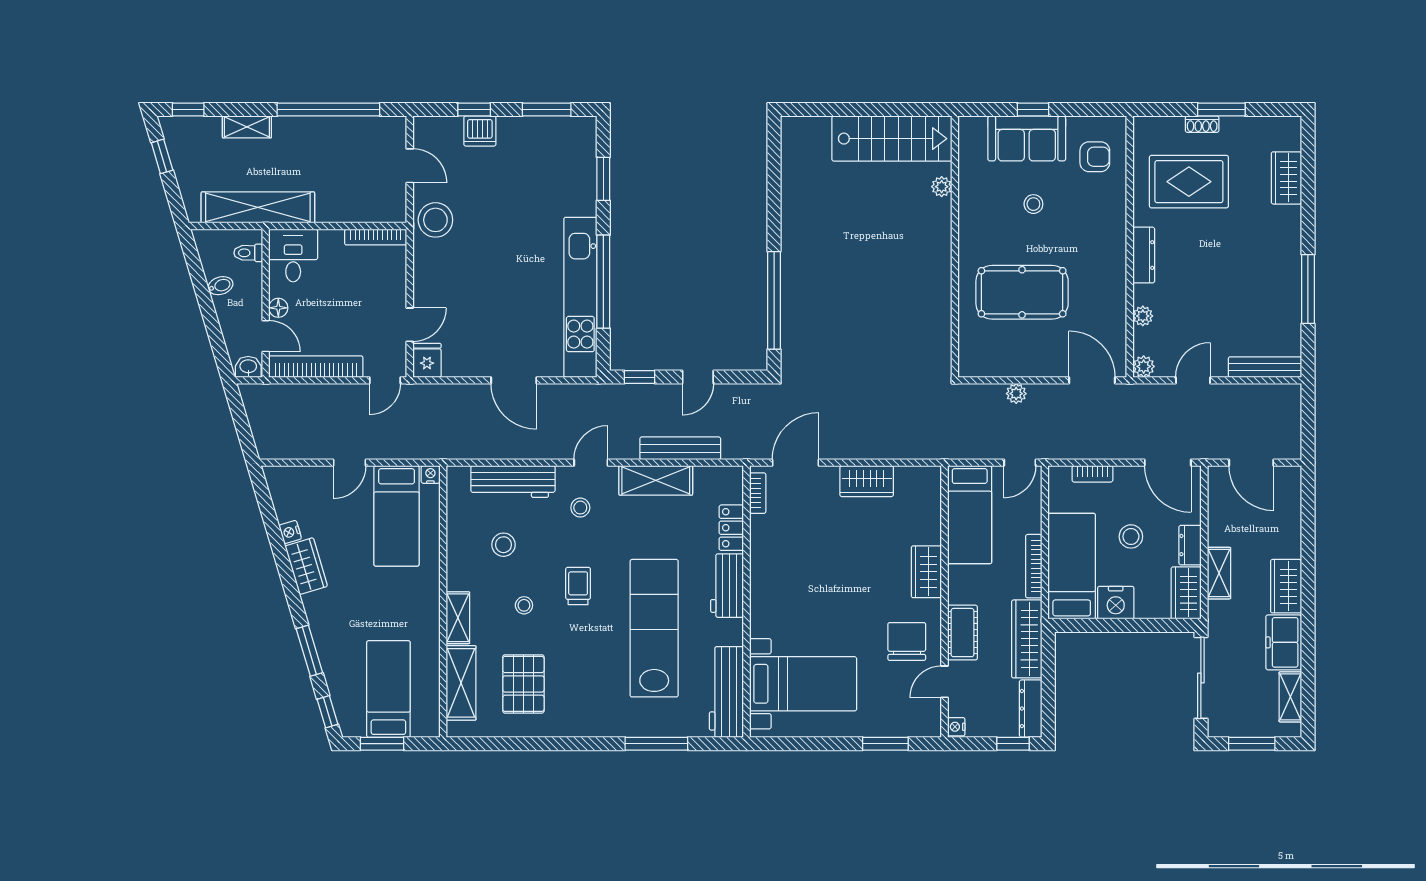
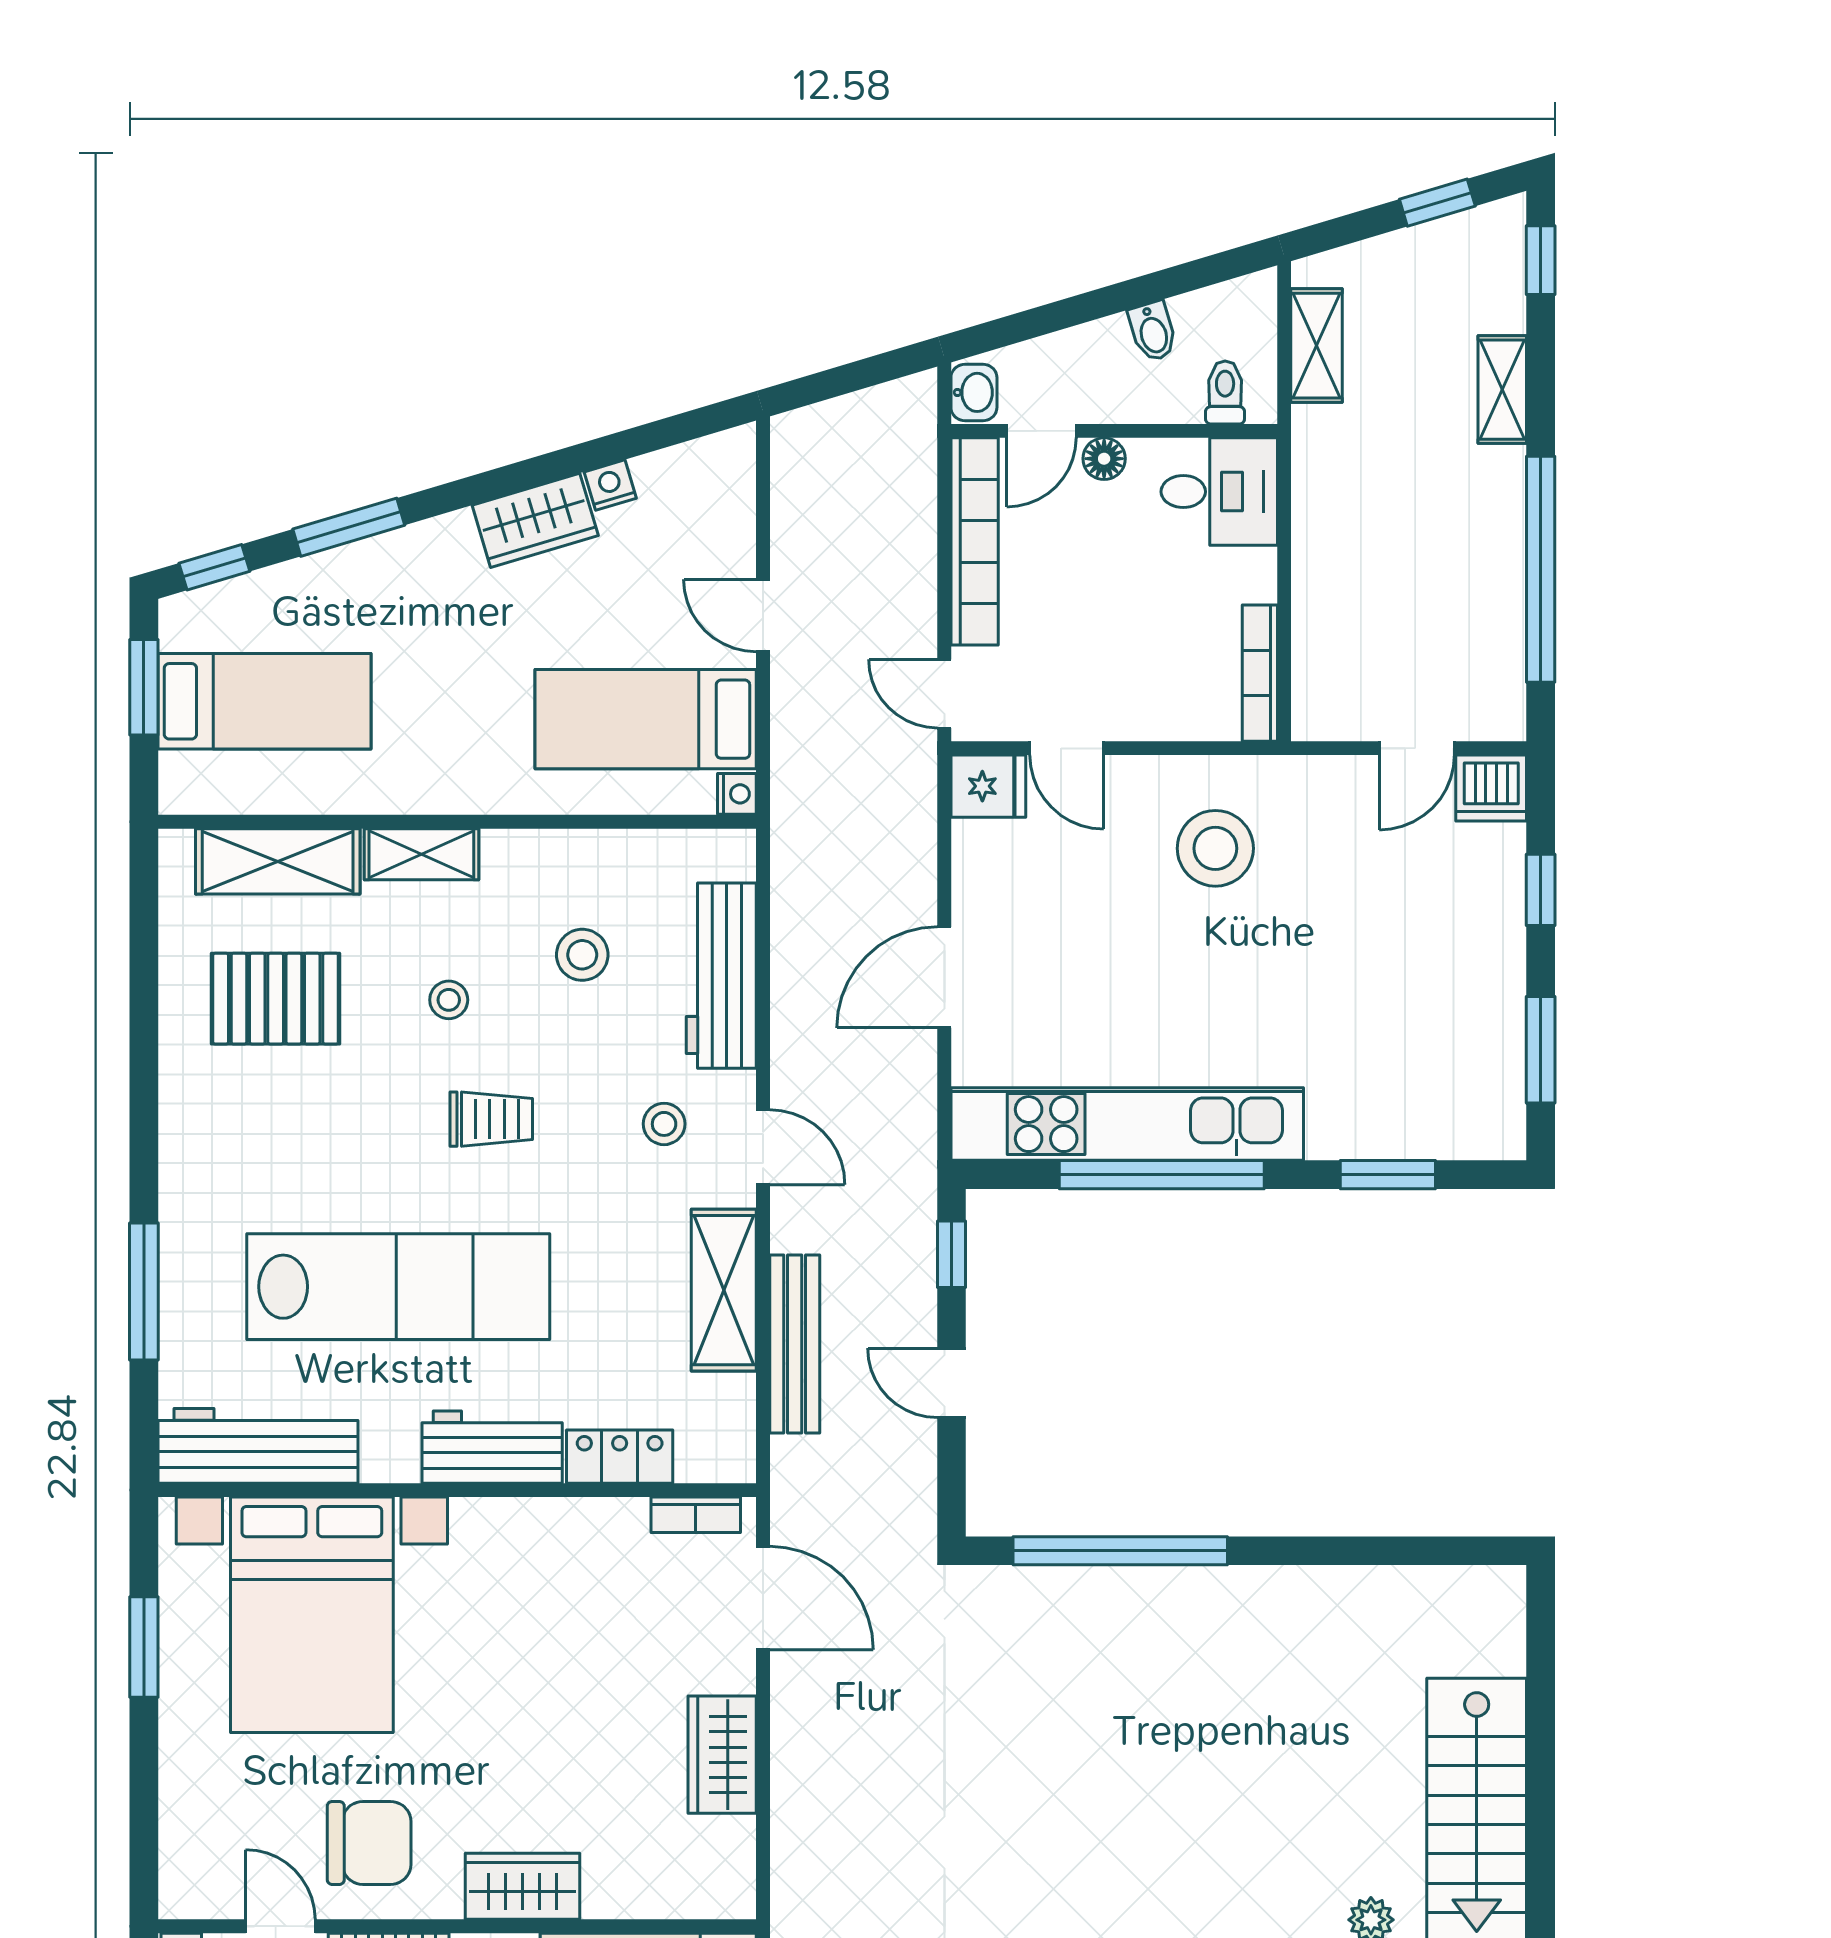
dishwasher: (480, 131) -> (1491, 788), moved, turned -90
shelving: (258, 207) -> (1316, 346), width x0.45, depth x0.75
stool: (435, 220) -> (1215, 848), moved
bed with nightstands: (803, 684) -> (312, 1615), width x1.36
window: (885, 744) -> (144, 1647), moved

